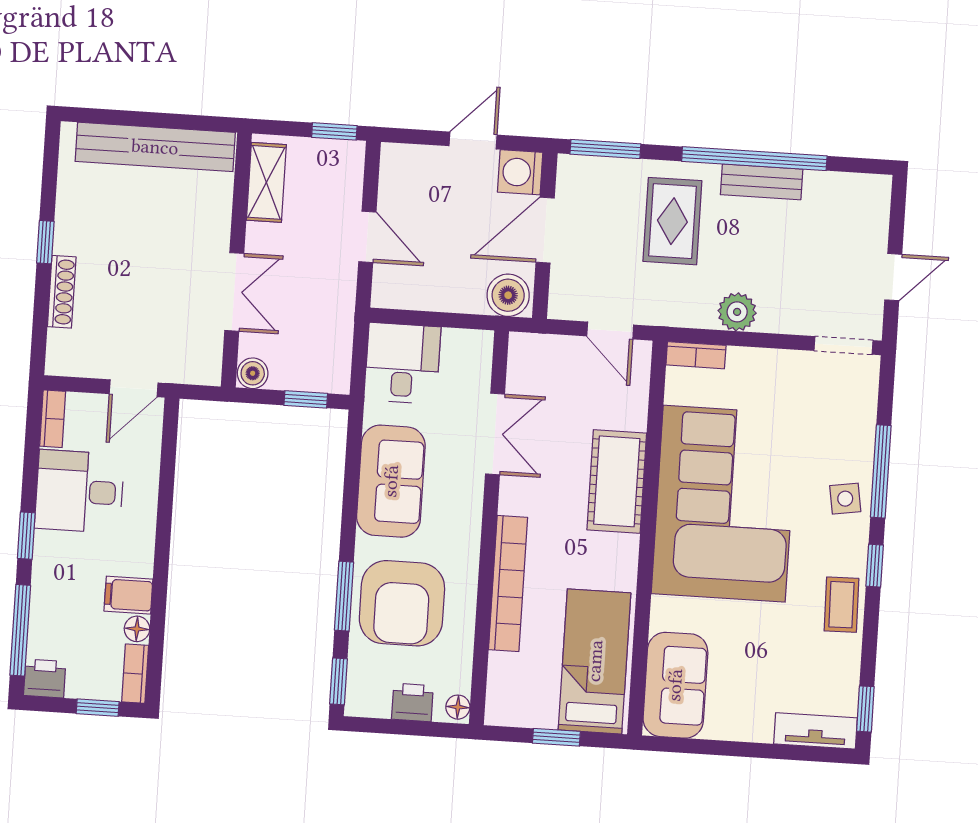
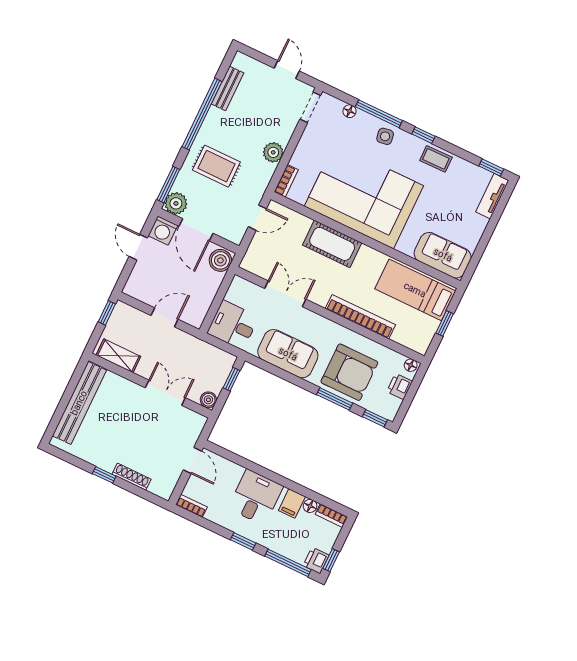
plant: (577, 176) -> (176, 203), added
bench: (762, 182) -> (228, 88), moved
floor lamp: (864, 418) -> (350, 111), added
desk: (79, 491) -> (256, 497), moved, turned 180
window: (98, 708) -> (331, 560), moved

